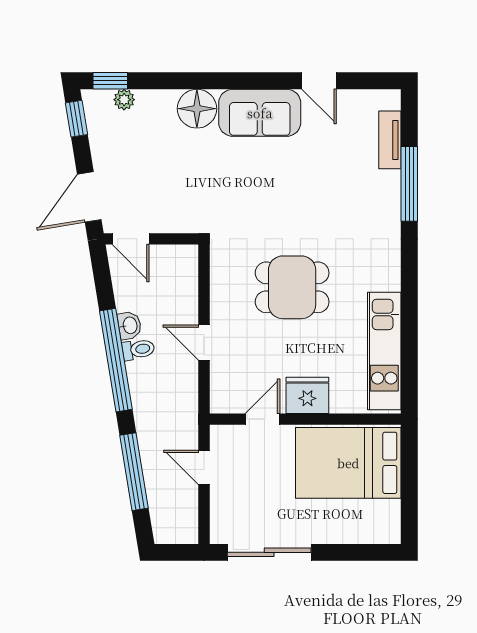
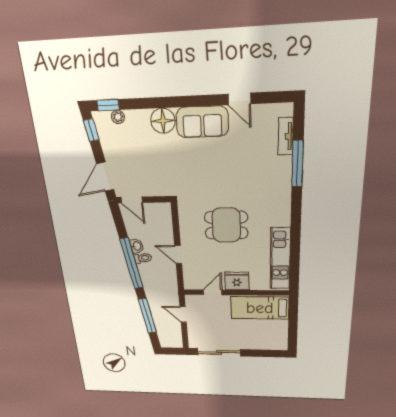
bed: (348, 463) -> (260, 308), width x0.67

